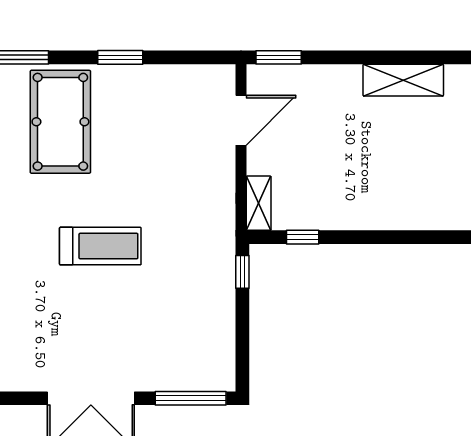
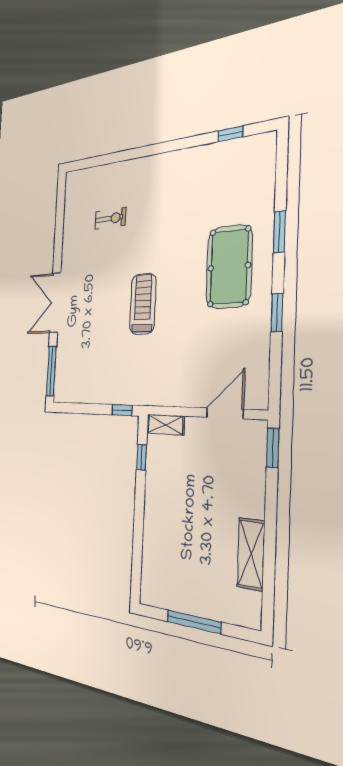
door: (241, 120) -> (225, 413), swing flipped
pool table: (60, 122) -> (229, 267), turned 90
treadmill: (100, 246) -> (143, 304), turned 180

